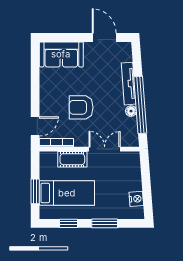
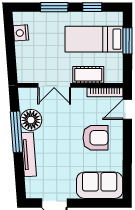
window: (140, 105) -> (16, 132), width x0.68
armchair: (81, 107) -> (95, 138), moved
floor lamp: (131, 111) -> (31, 120), width x1.89, depth x1.89

